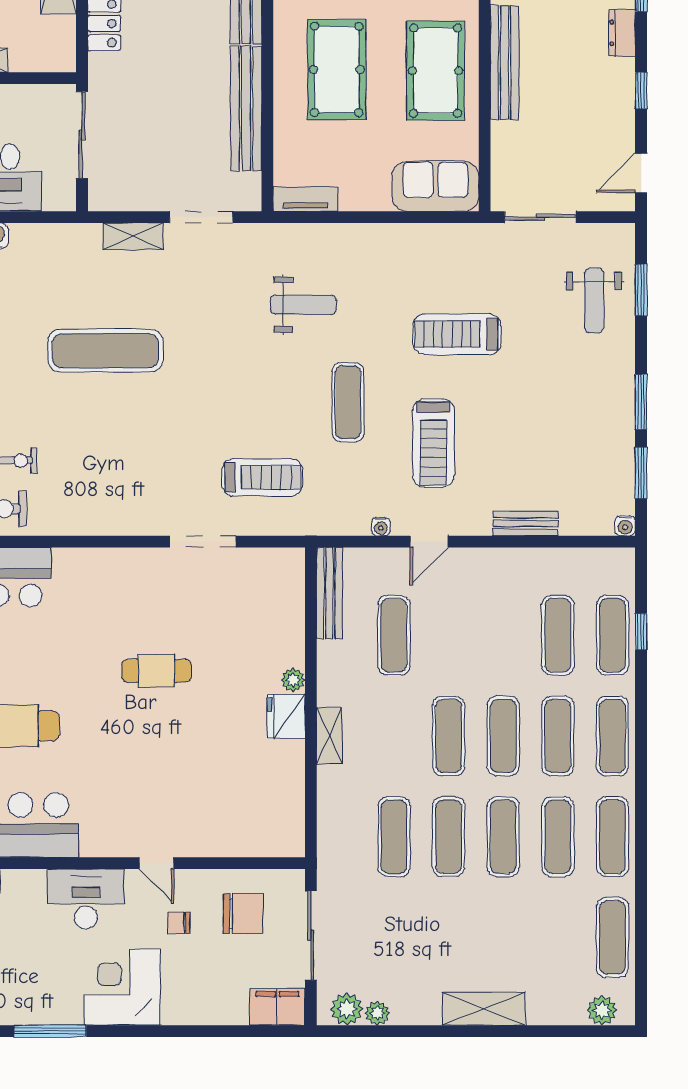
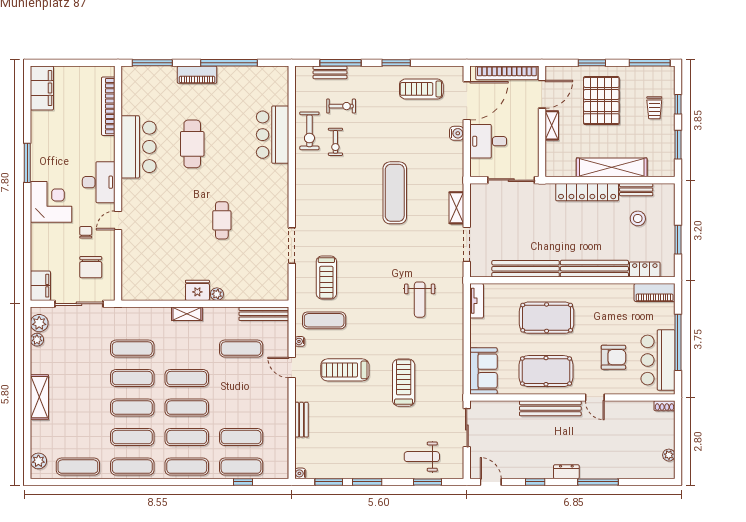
exercise mat: (348, 402) -> (324, 320), moved

